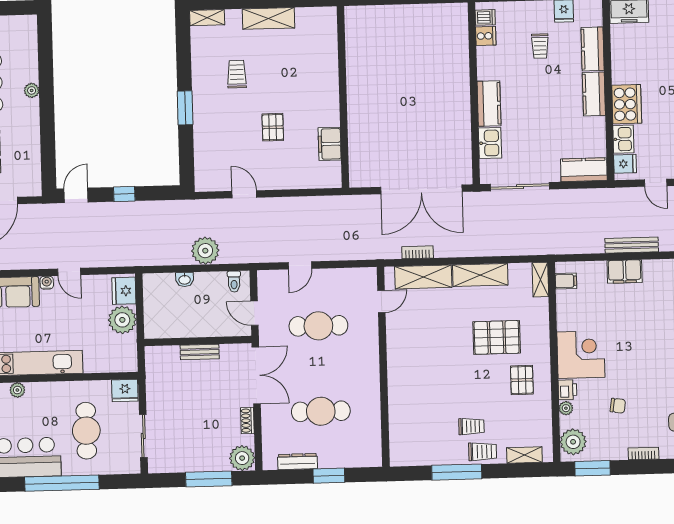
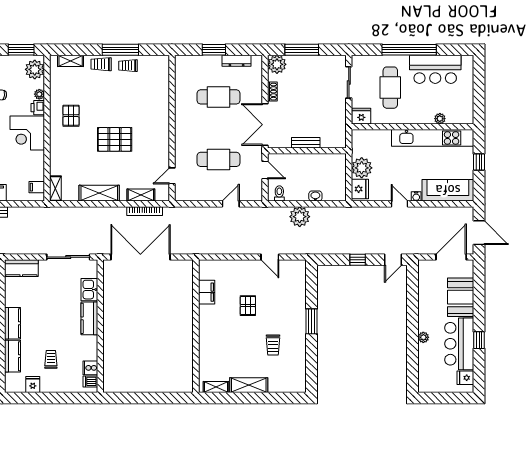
shelving: (207, 18) -> (216, 387), moved
bookcase: (418, 252) -> (145, 211), width x1.56
shelving: (423, 277) -> (141, 195), width x0.67, depth x0.75
pallet: (497, 337) -> (115, 139), moved
trolley: (471, 426) -> (128, 66), moved

